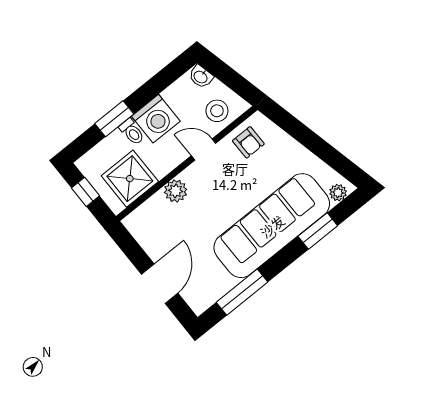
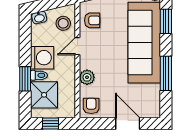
shower: (130, 179) -> (44, 95), moved
armchair: (146, 223) -> (91, 106), added
window: (242, 292) -> (166, 73), moved

